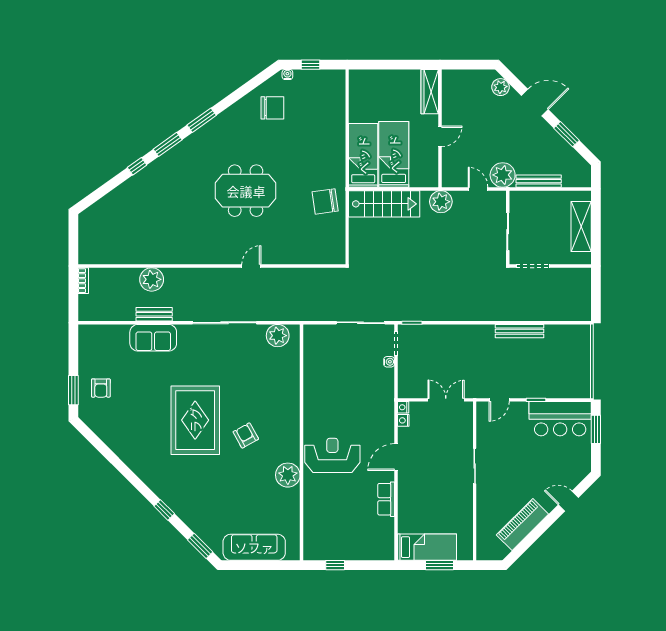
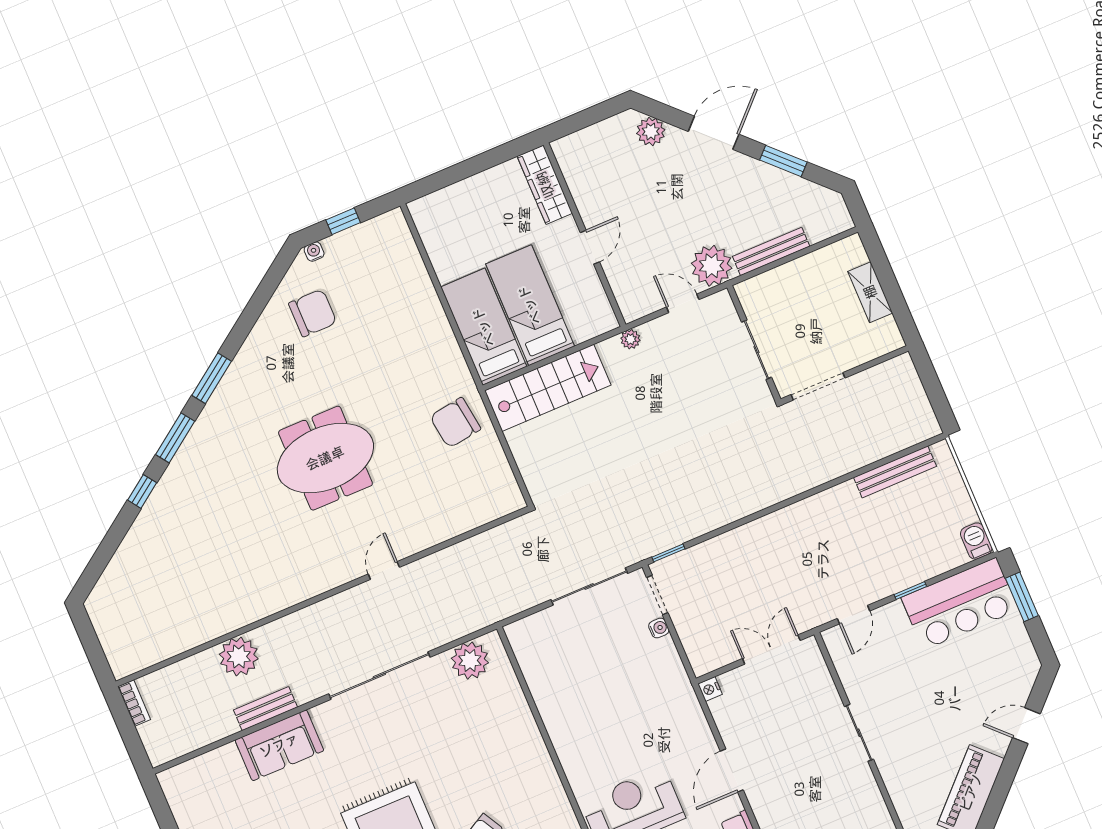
plant: (441, 202) -> (630, 339), width x0.53, depth x0.53
shelving: (581, 227) -> (870, 292), width x0.67, depth x0.75
bench: (520, 331) -> (895, 472), moved
barbecue: (584, 388) -> (976, 541), added
nightstand: (403, 420) -> (719, 709), removed

